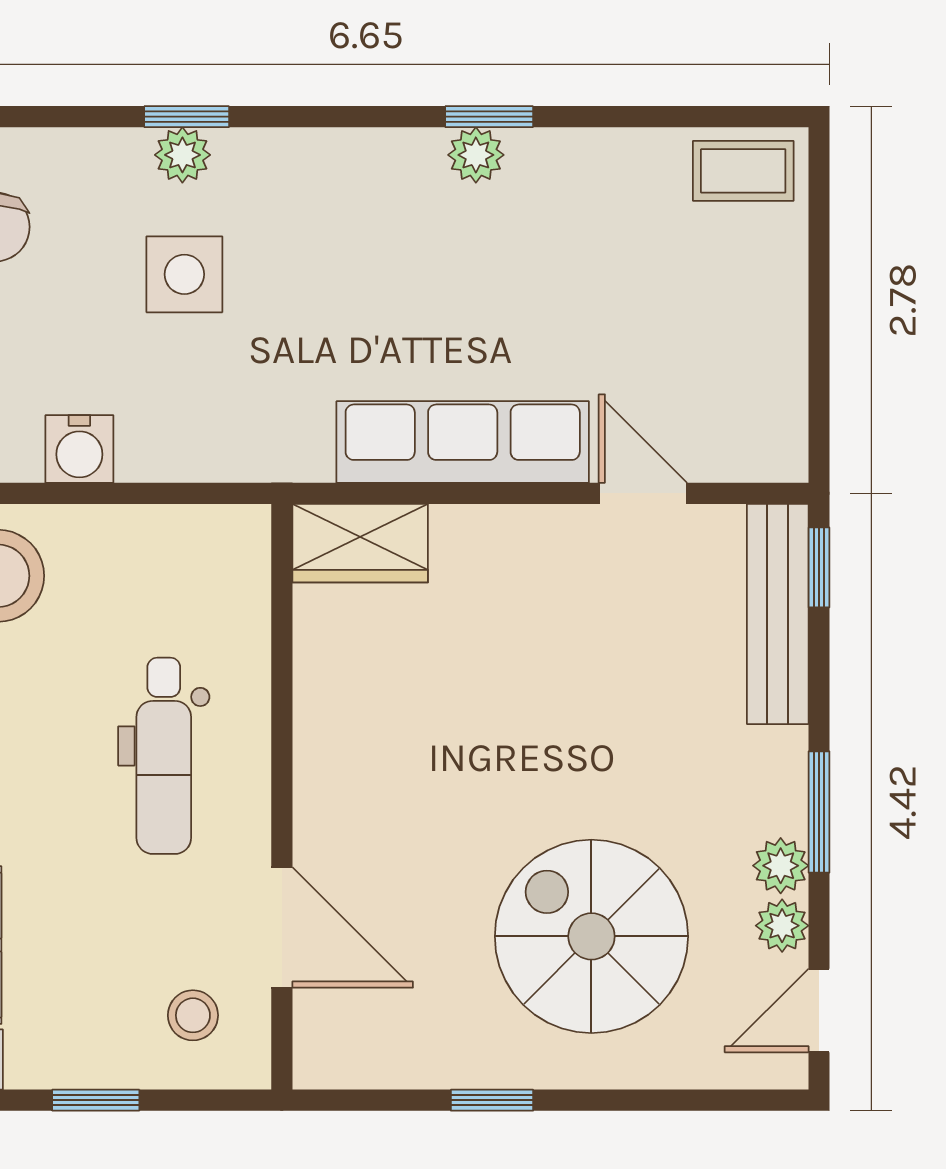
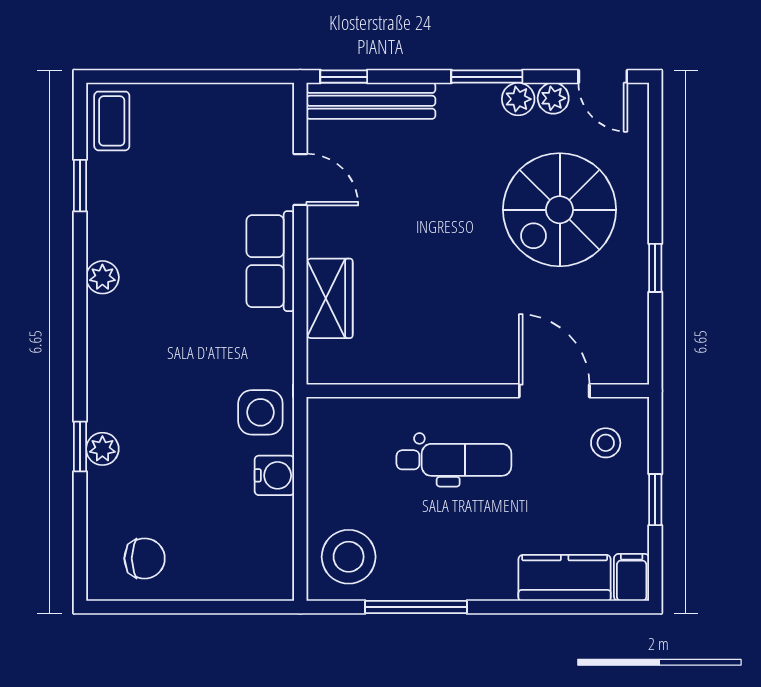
window: (489, 117) -> (80, 186), moved
side table: (184, 274) -> (260, 412), moved
row of seats: (463, 442) -> (270, 261), width x0.68
water cooler: (79, 449) -> (274, 475), moved
door: (643, 493) -> (300, 180), swing flipped
wardrobe: (360, 543) -> (329, 298), moved
door: (282, 927) -> (554, 391), hinge flipped

